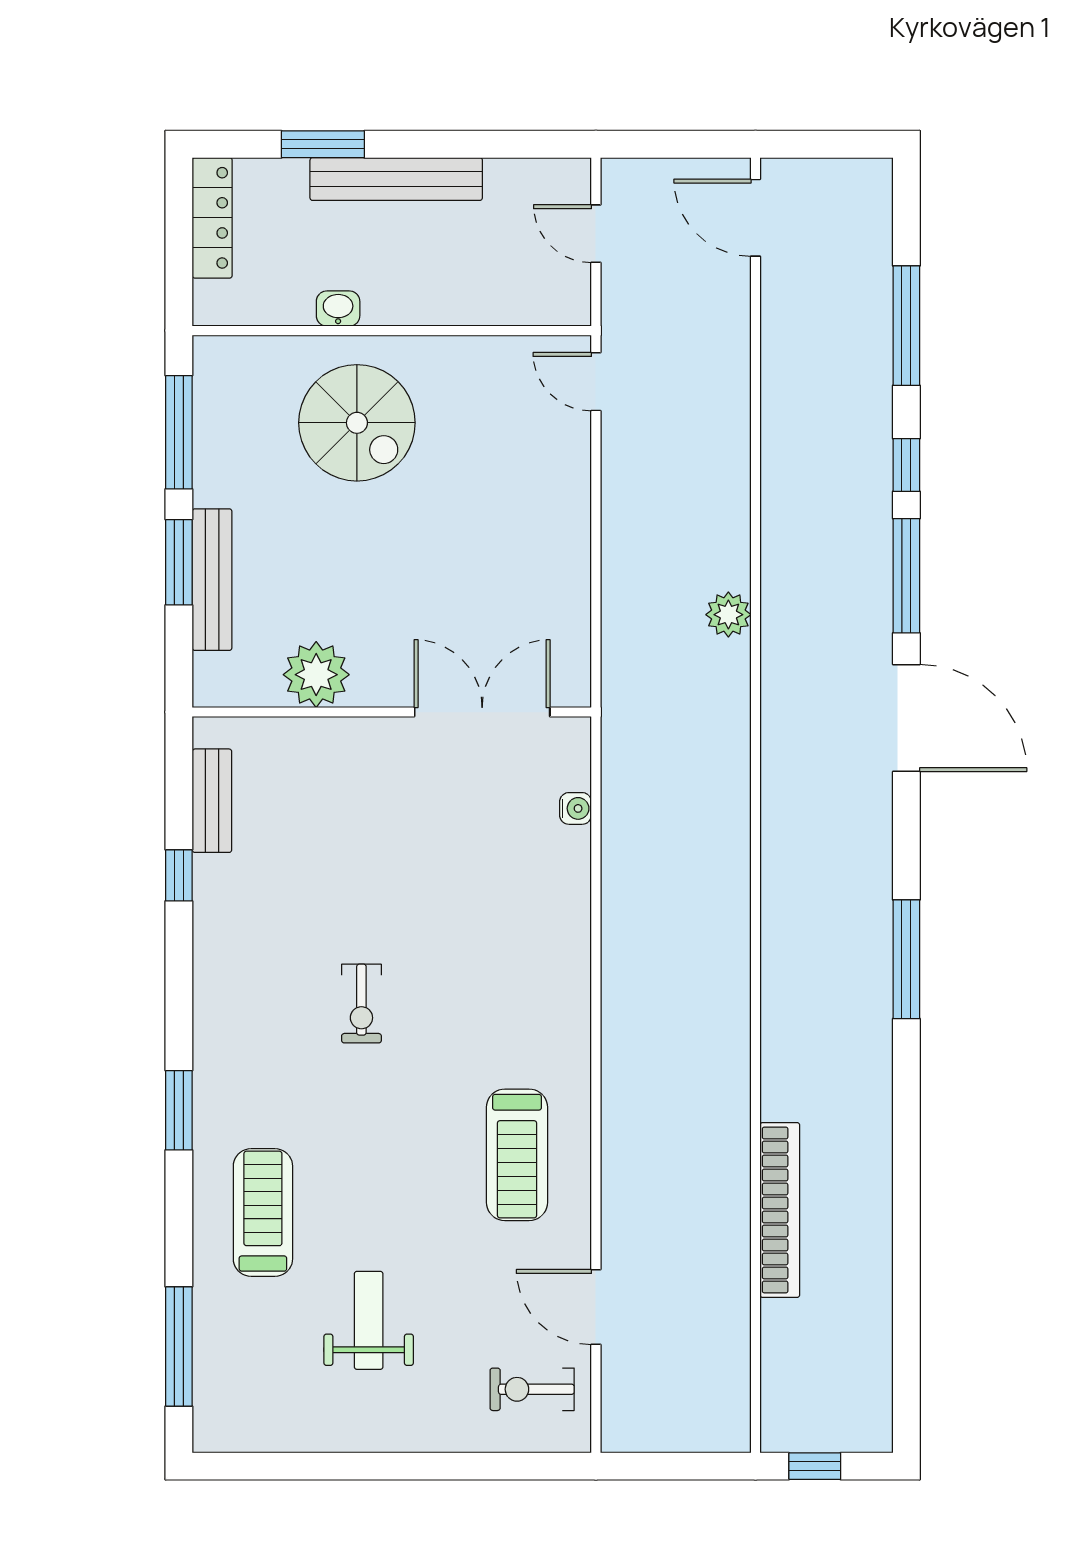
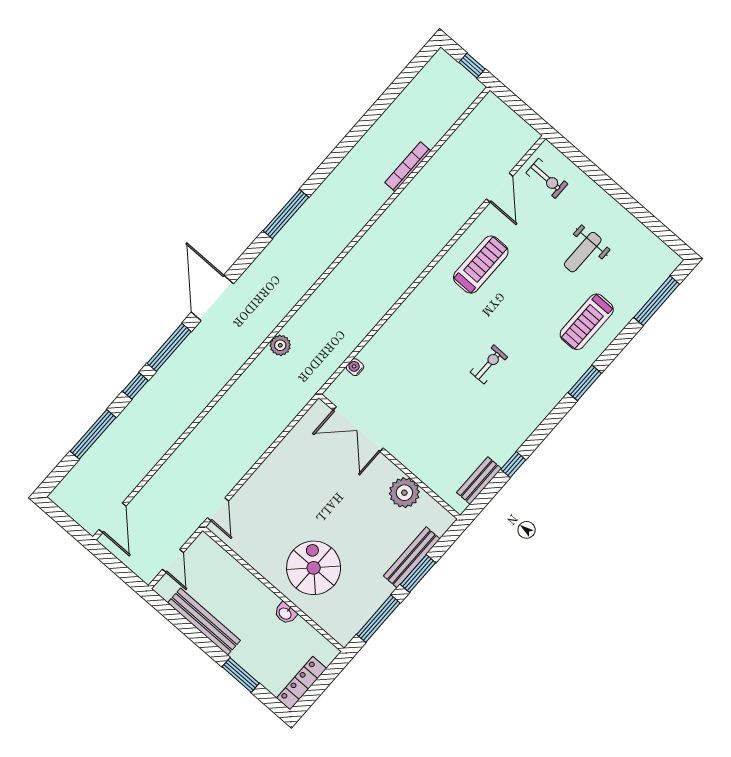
bench: (396, 179) -> (204, 622), moved
plant: (728, 615) -> (280, 345), moved
bookcase: (780, 1210) -> (408, 167), width x0.68, depth x0.76

